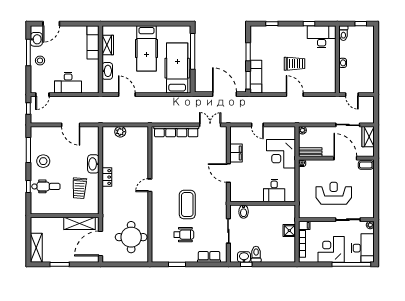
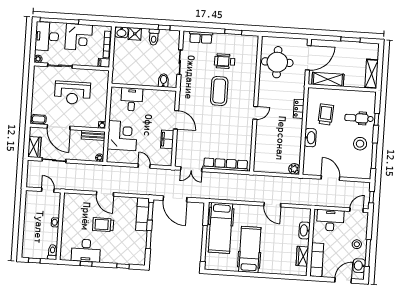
desk: (322, 37) -> (86, 251), moved
exam couch: (93, 42) -> (317, 260), moved
wardrobe: (108, 45) -> (302, 256), moved
wall: (100, 59) -> (310, 242), moved
washbasin: (107, 71) -> (305, 230), moved
plant: (120, 132) -> (294, 169), moved
locker: (107, 177) -> (299, 109), moved
shower: (289, 231) -> (135, 34), moved
shelving: (36, 248) -> (372, 74), moved
washbasin: (244, 257) -> (121, 32), moved

